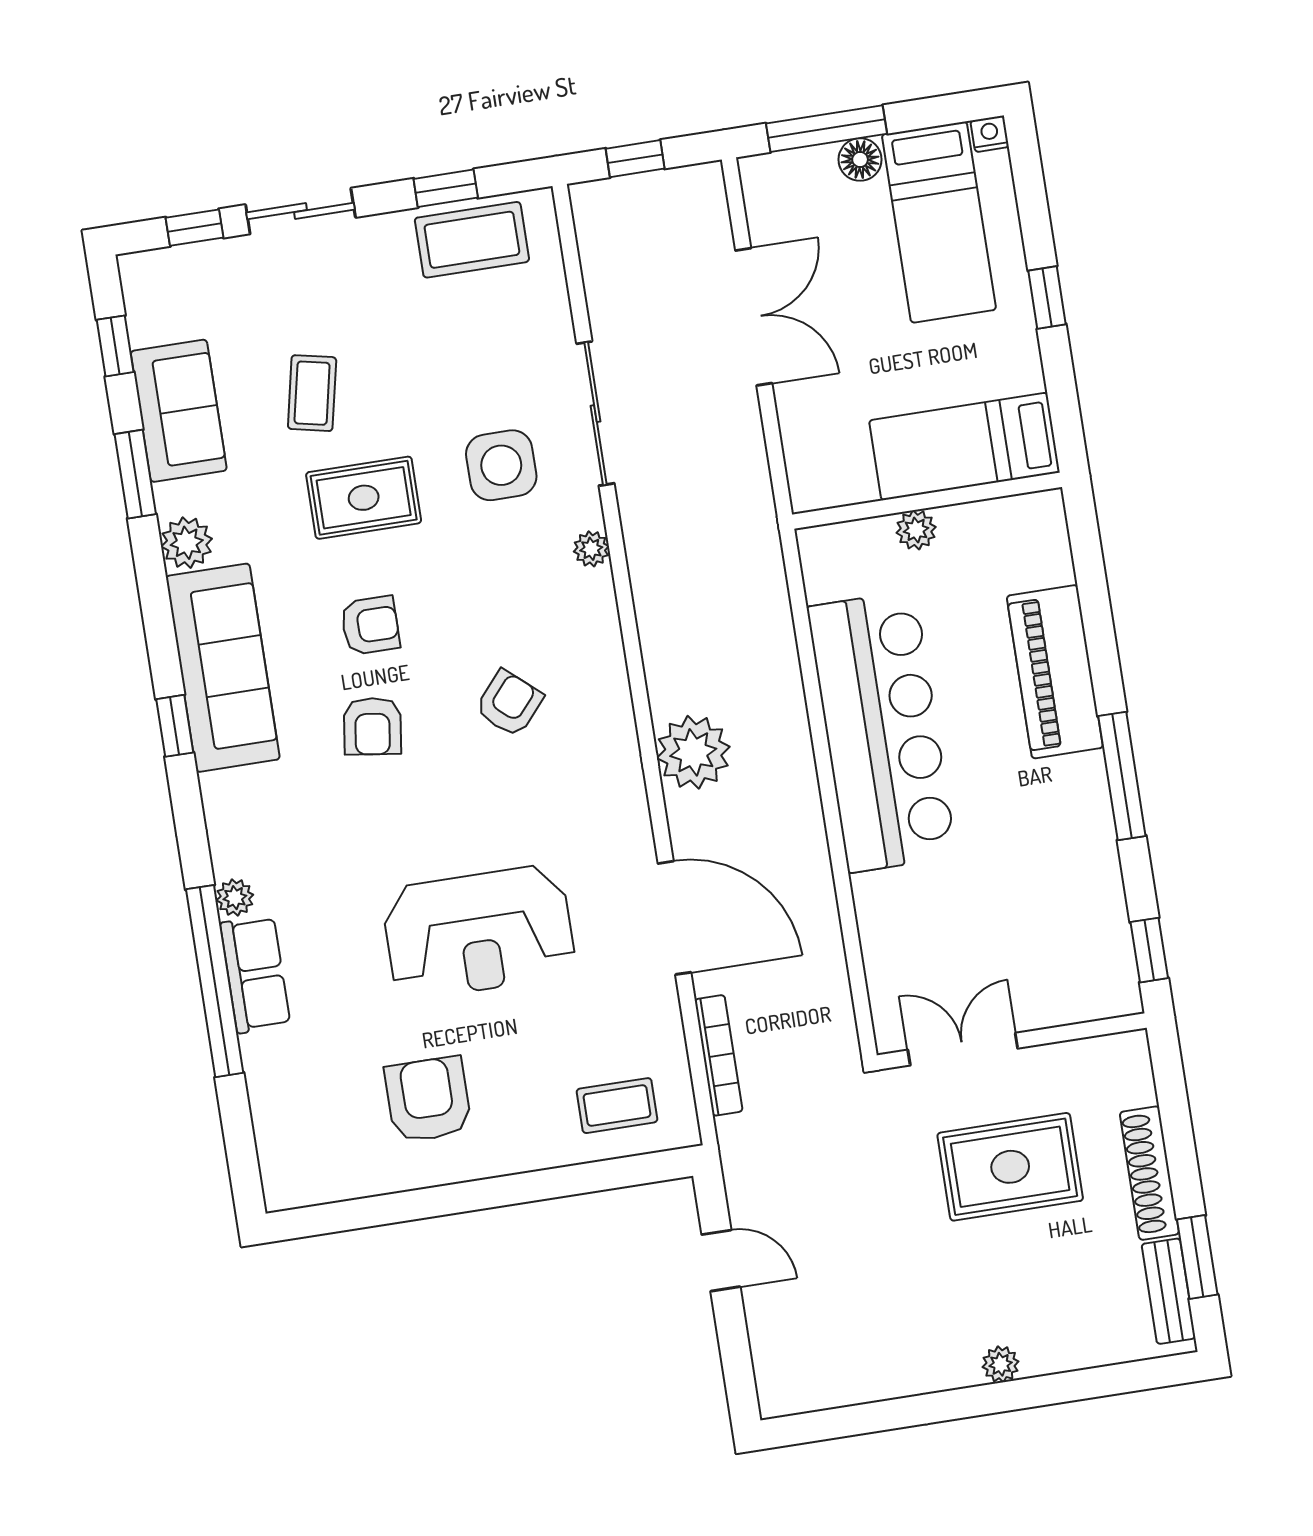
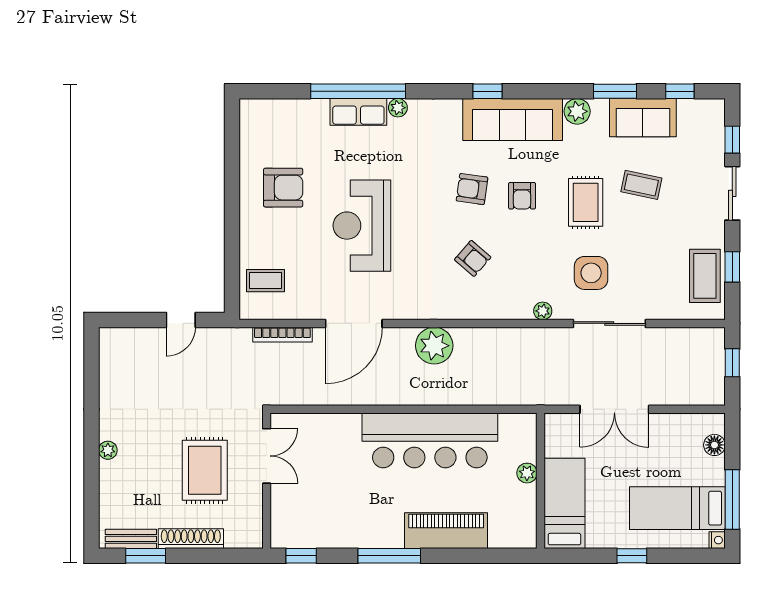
window: (827, 129) -> (732, 499), moved
floor lamp: (860, 160) -> (714, 445), moved
double door: (754, 317) -> (614, 409), moved
coffee table: (617, 1106) -> (265, 281), turned 90

